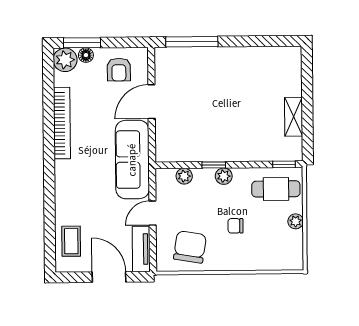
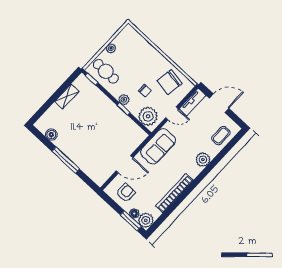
window: (192, 42) -> (66, 160), moved
boiler: (270, 55) -> (51, 135), added
sofa: (132, 160) -> (158, 146), width x0.73
plant: (184, 176) -> (148, 116), width x1.88, depth x1.88
plant: (66, 194) -> (203, 160), added
chair: (235, 226) -> (145, 91), moved
door: (109, 277) -> (219, 103), swing flipped

